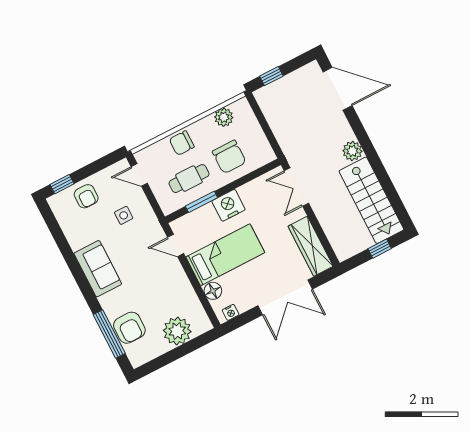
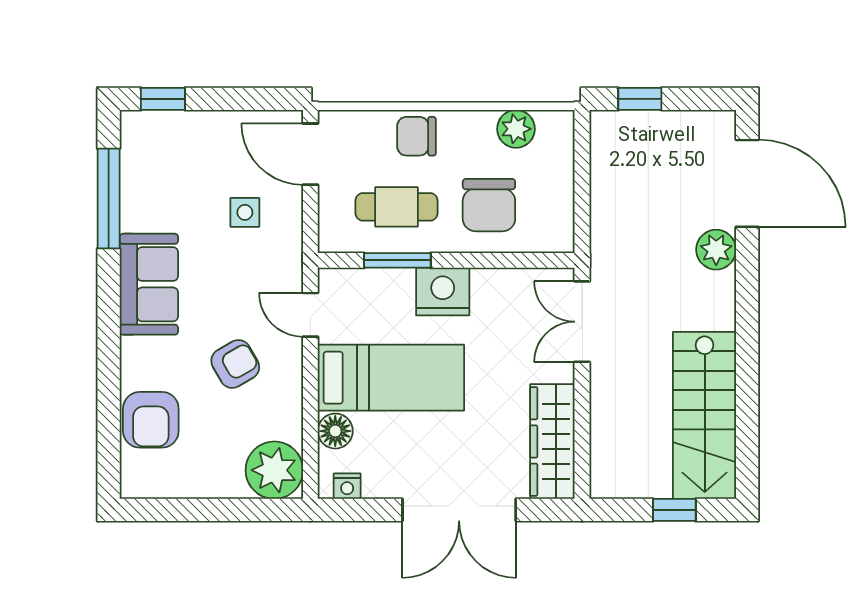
plant: (352, 151) -> (716, 250), moved
door: (139, 175) -> (310, 154), width x1.37
armchair: (86, 196) -> (235, 364), moved, turned -120
plant: (177, 331) -> (274, 470), moved
window: (109, 334) -> (109, 198), moved

